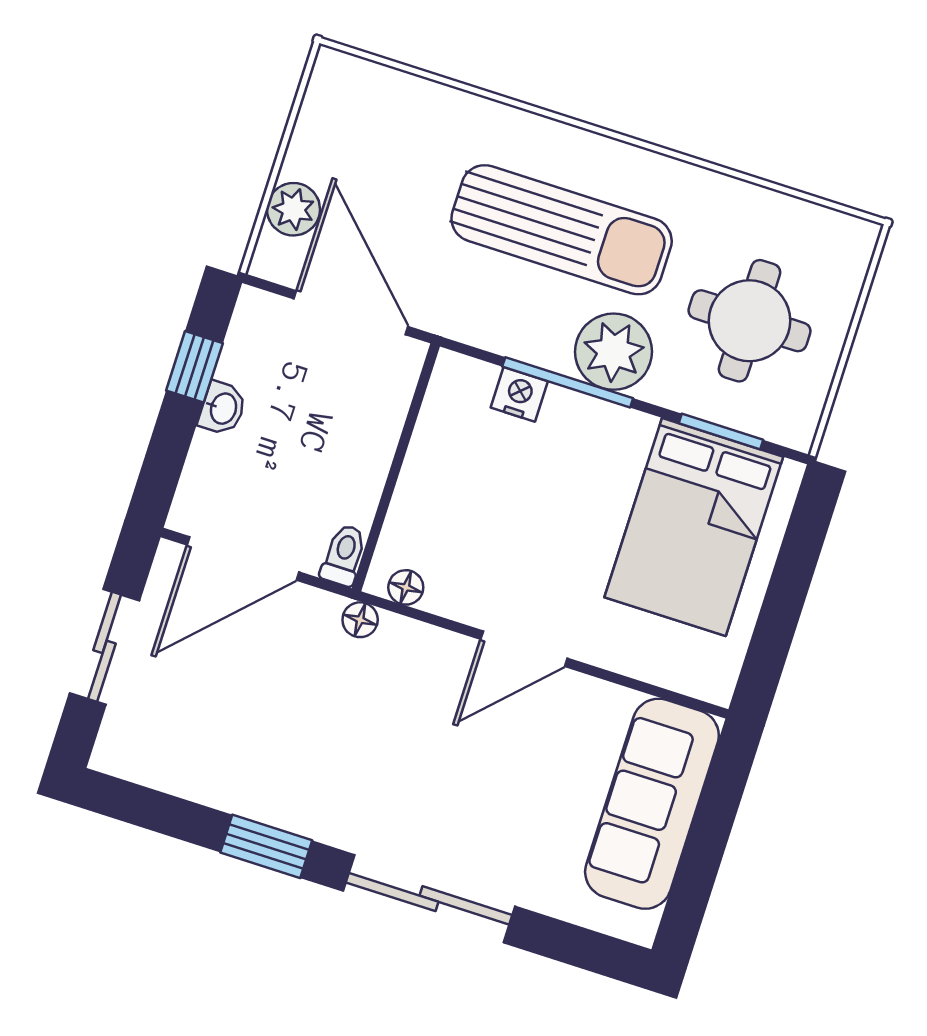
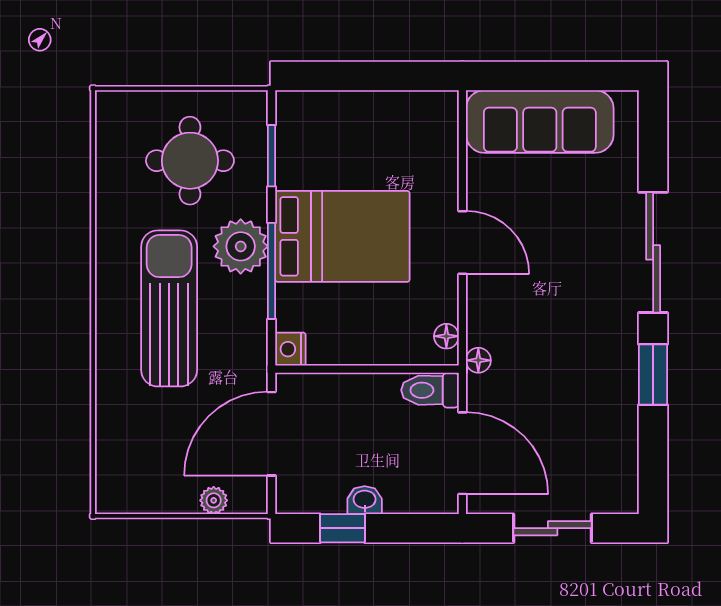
plant: (293, 209) -> (214, 500), width x0.73, depth x0.73
nightstand: (519, 394) -> (290, 349), moved
bed: (694, 527) -> (342, 236), moved
toilet: (344, 555) -> (430, 390), width x1.37, depth x1.39

